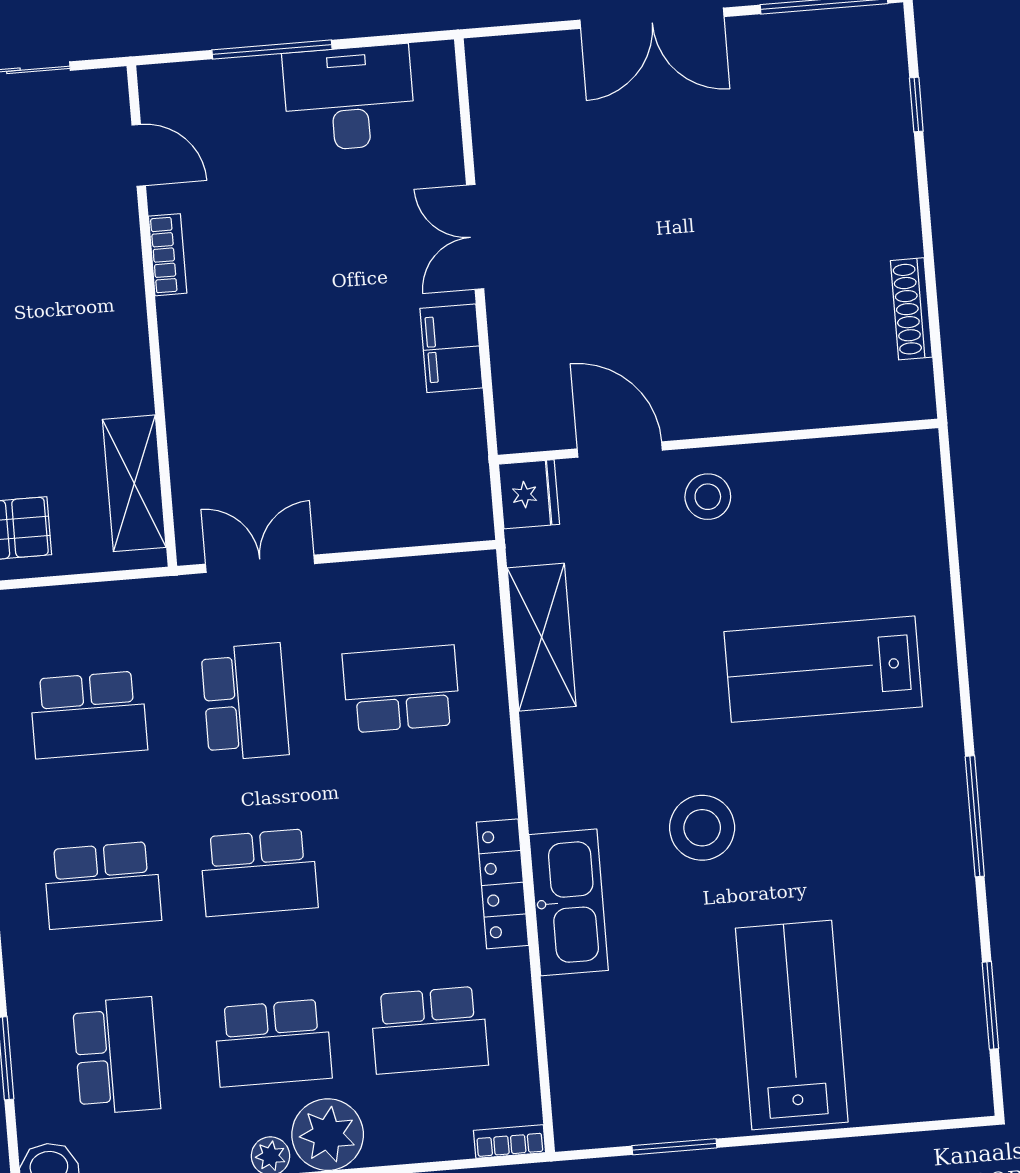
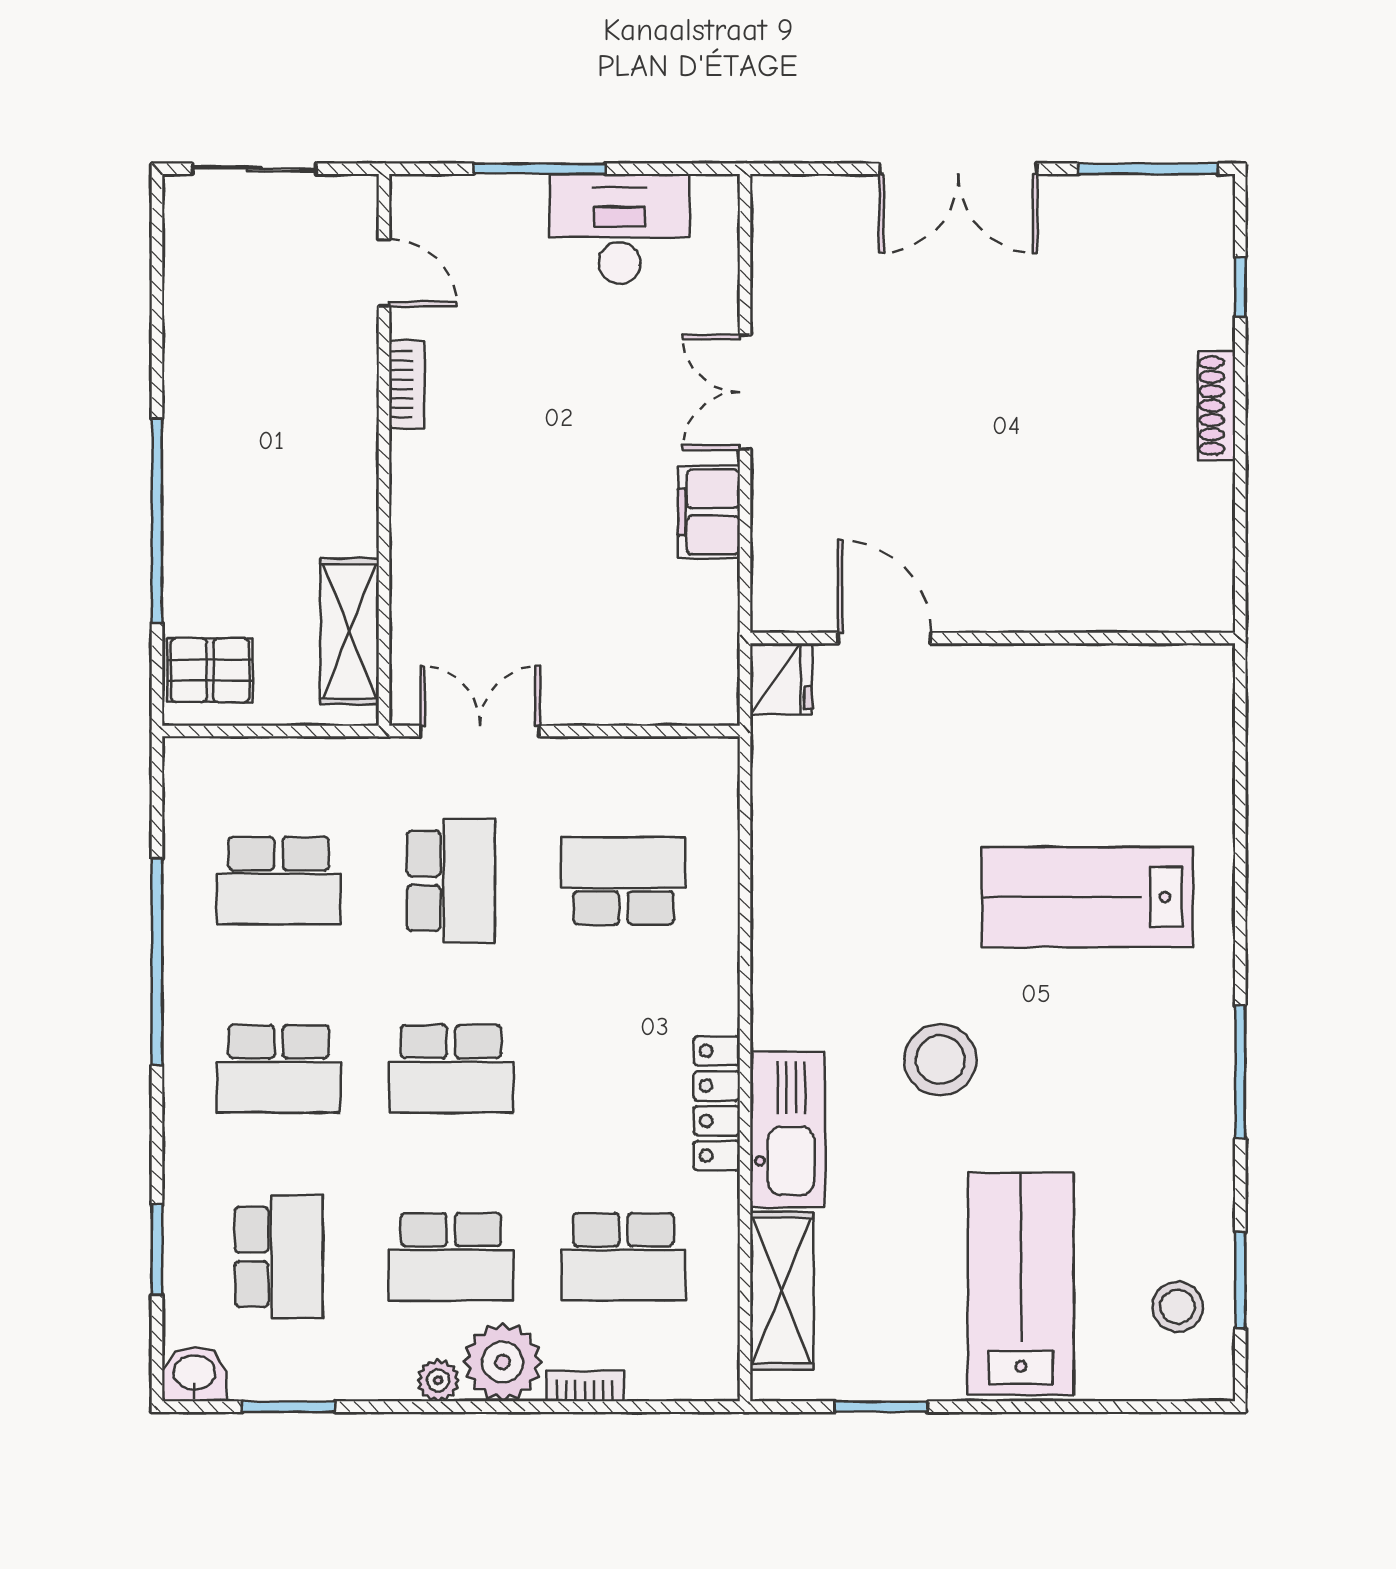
shoe rack: (911, 309) -> (1216, 406), moved
stool: (708, 497) -> (1178, 1307), moved
shelving: (542, 637) -> (782, 1291), moved
bookcase: (510, 1141) -> (585, 1386), moved

